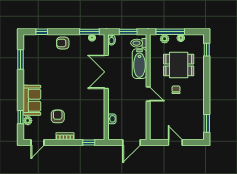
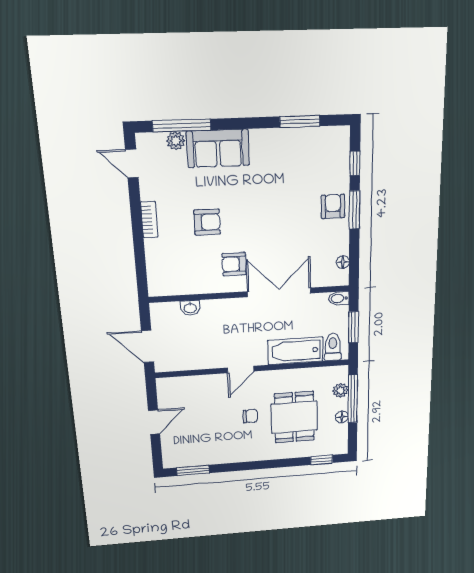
window: (89, 32) -> (355, 210), moved
armchair: (90, 95) -> (234, 264), added
armchair: (58, 116) -> (207, 222), moved
window: (21, 117) -> (182, 125), width x2.17
window: (89, 143) -> (141, 267), removed

